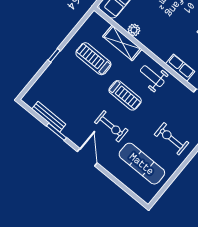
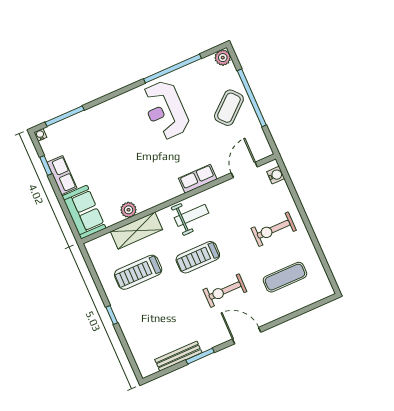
weight bench: (152, 76) -> (191, 215), turned 180
treadmill: (125, 95) -> (198, 257), turned 180
exercise bike: (111, 126) -> (225, 291), turned 180
exercise mat: (142, 164) -> (285, 277), width x0.73, depth x0.69

